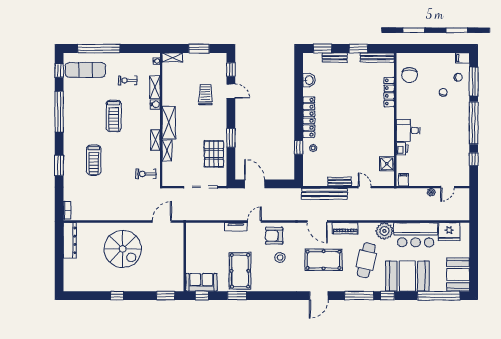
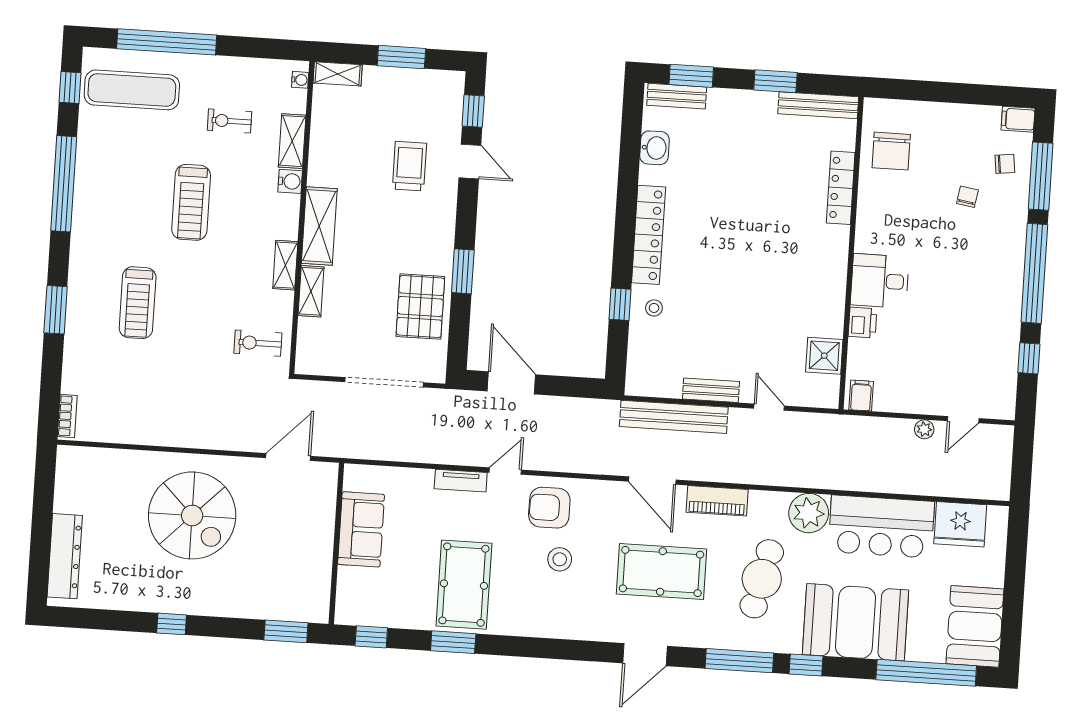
bench: (335, 58) -> (677, 96), moved
dresser: (70, 240) -> (65, 556), moved
sofa: (201, 282) -> (361, 529), moved, turned 90

